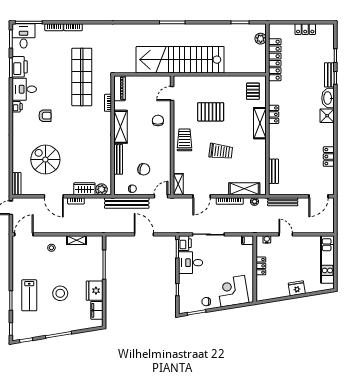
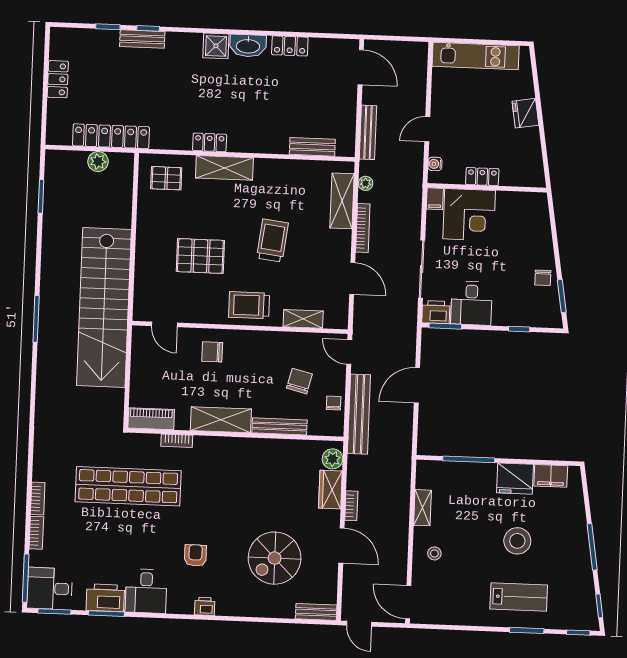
plant: (261, 39) -> (98, 162), moved
washbasin: (328, 98) -> (248, 46), moved
printer: (17, 107) -> (205, 606), moved
pallet: (211, 112) -> (200, 256), turned 90
shelving: (178, 184) -> (303, 319), moved
door: (54, 196) -> (341, 546), hinge flipped
corner desk: (233, 291) -> (469, 215), moved, turned -81

